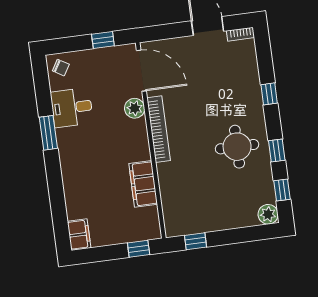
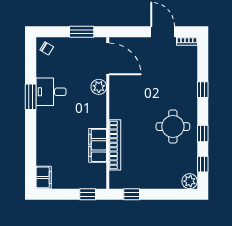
window: (103, 40) -> (82, 32), width x1.50
desk: (72, 108) -> (51, 92), moved
bookcase: (159, 129) -> (115, 145), moved

